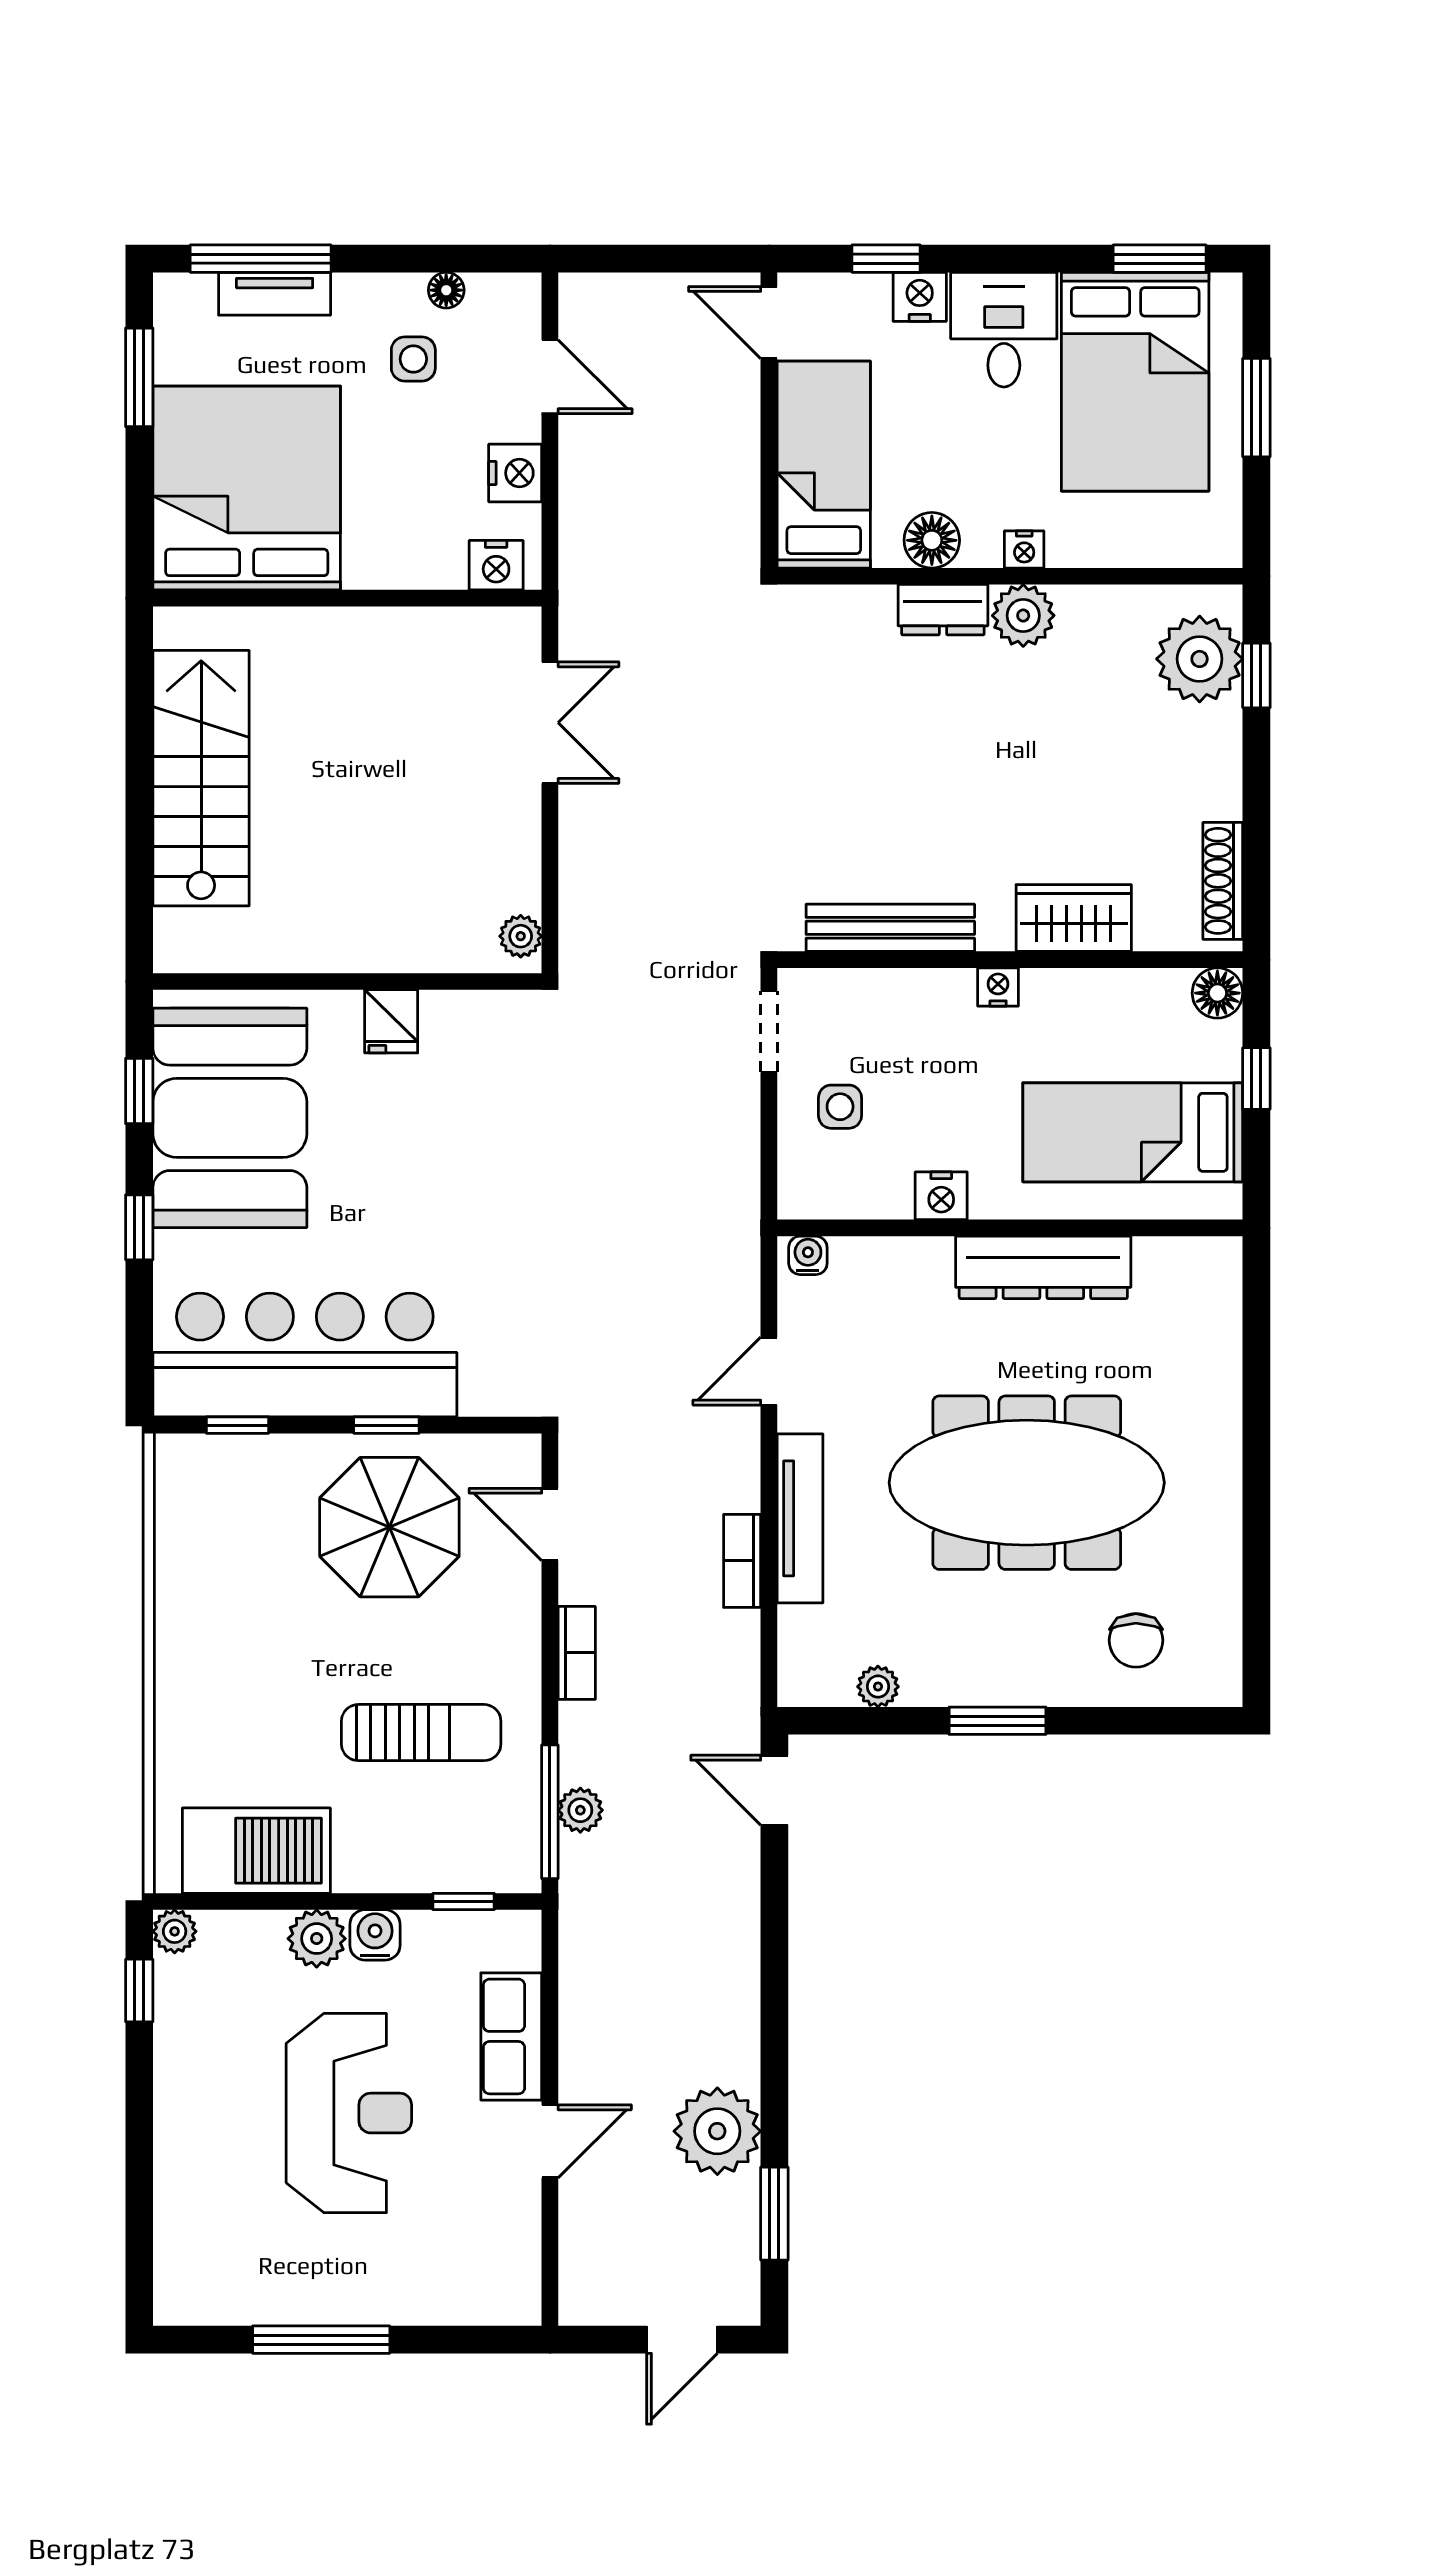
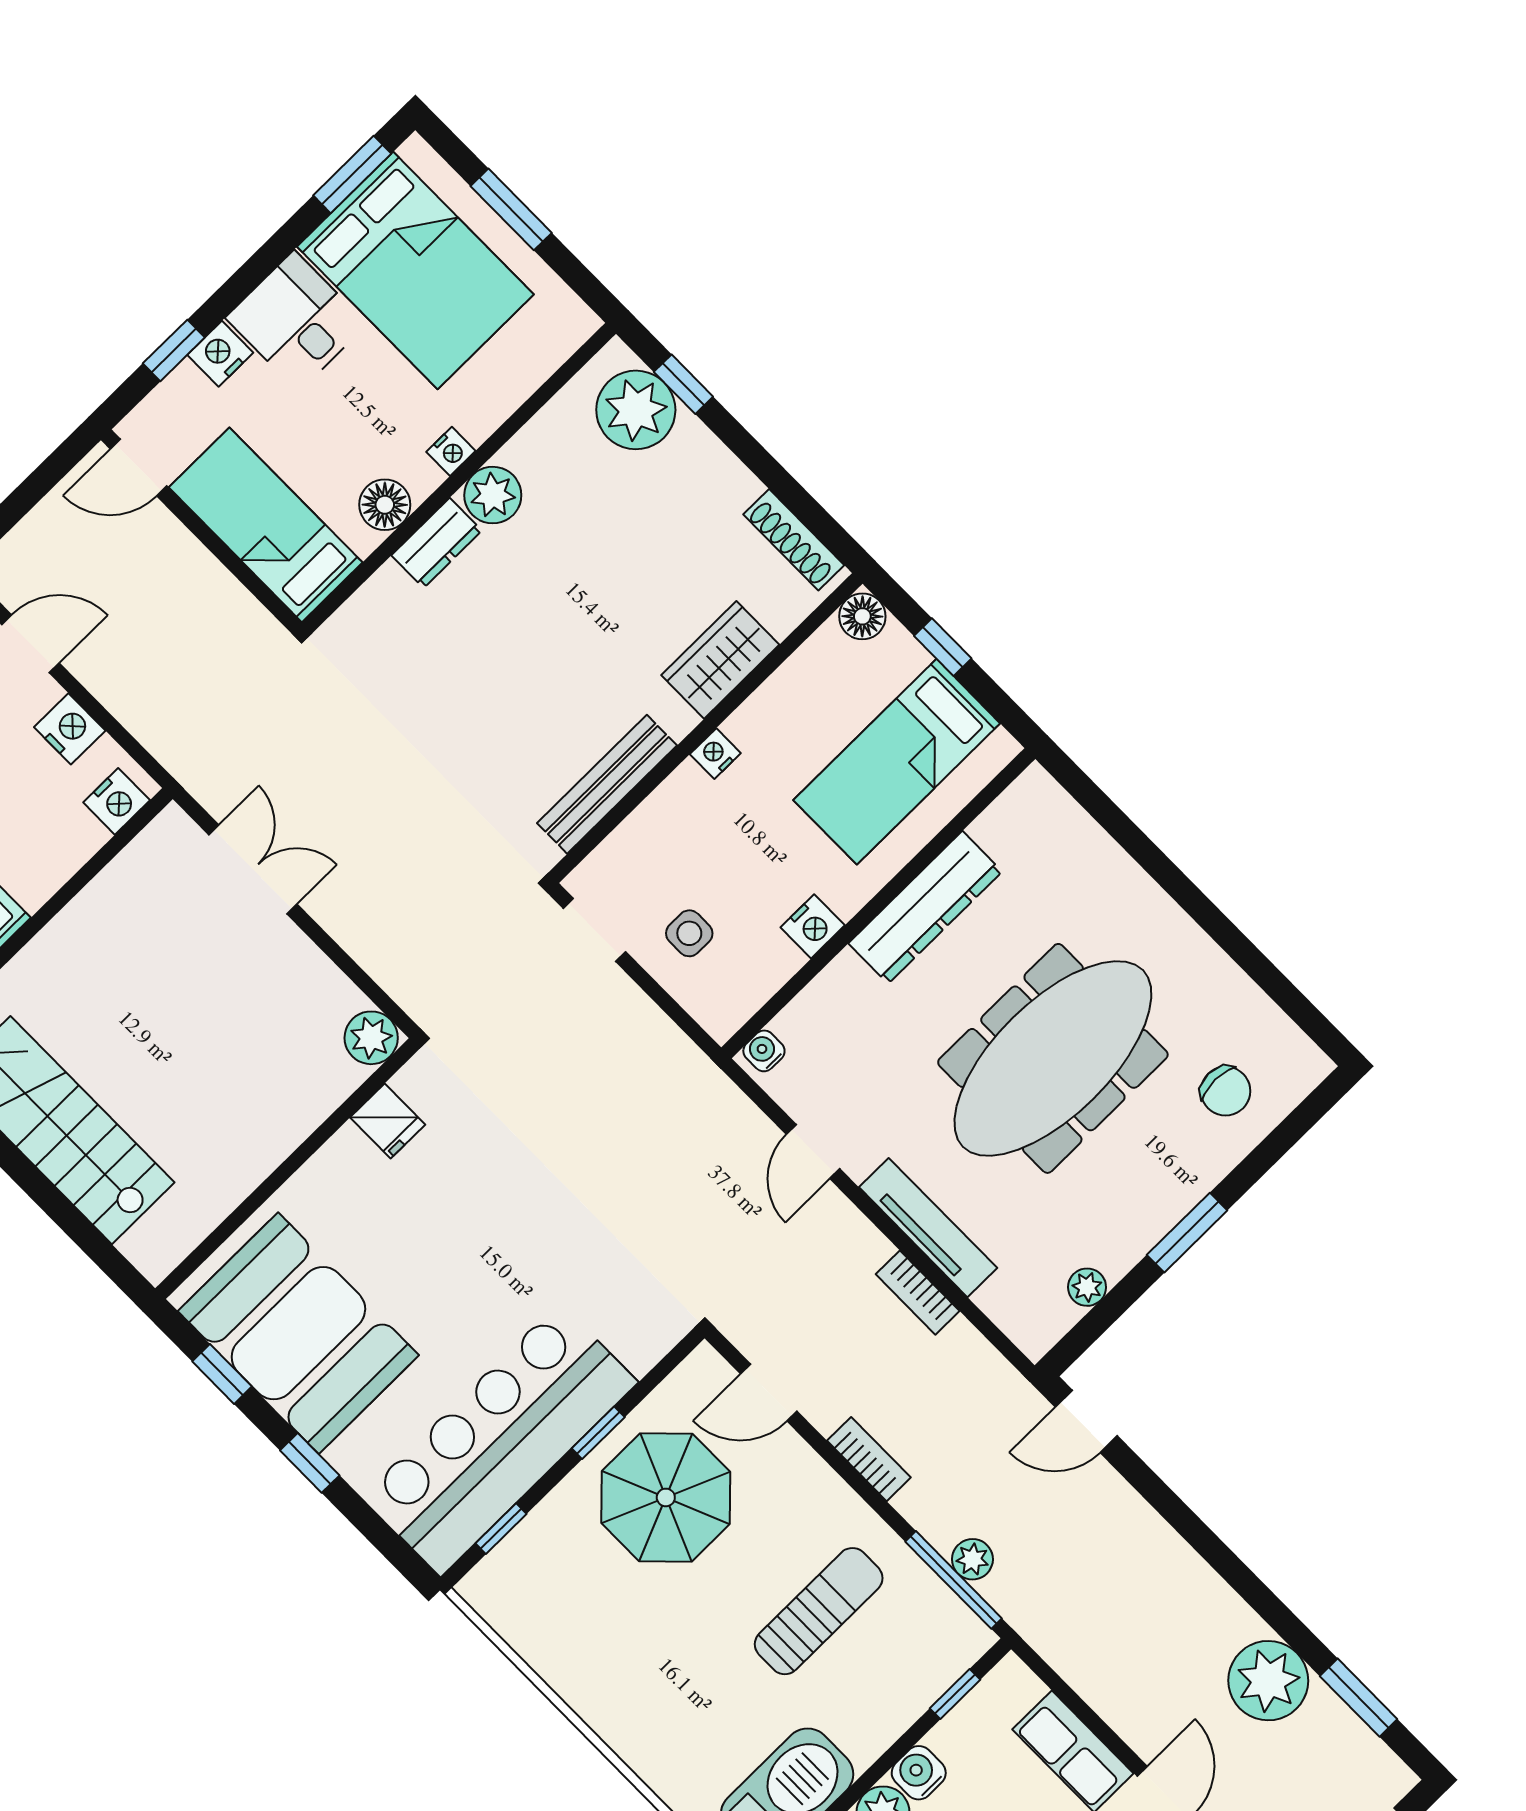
plant: (521, 936) -> (371, 1038), width x1.38, depth x1.38
fridge: (391, 1021) -> (388, 1121), moved

